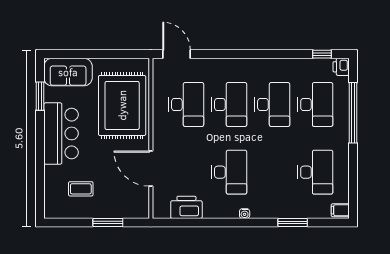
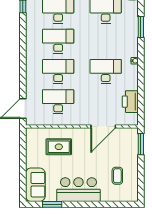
rug: (122, 105) -> (59, 147), width x0.54, depth x0.49
window: (108, 222) -> (141, 144), moved

